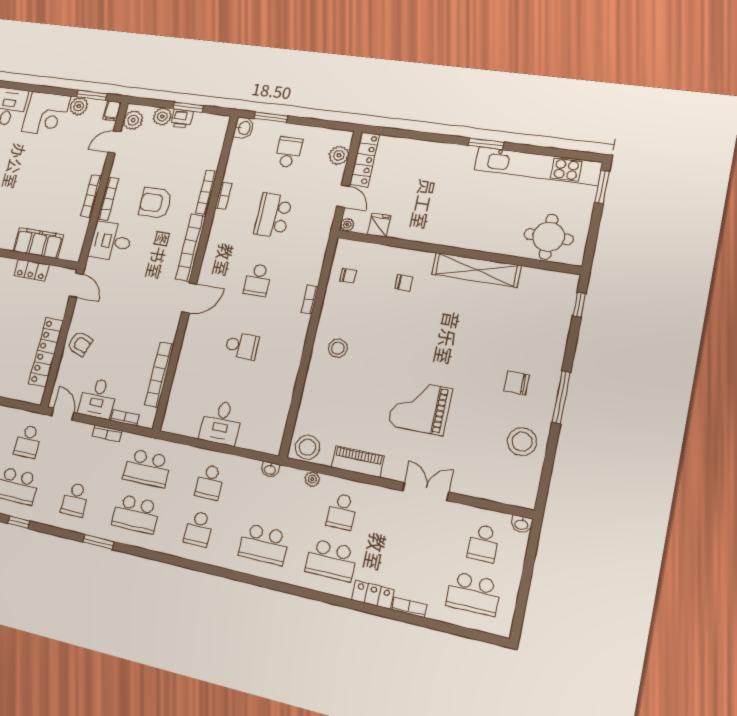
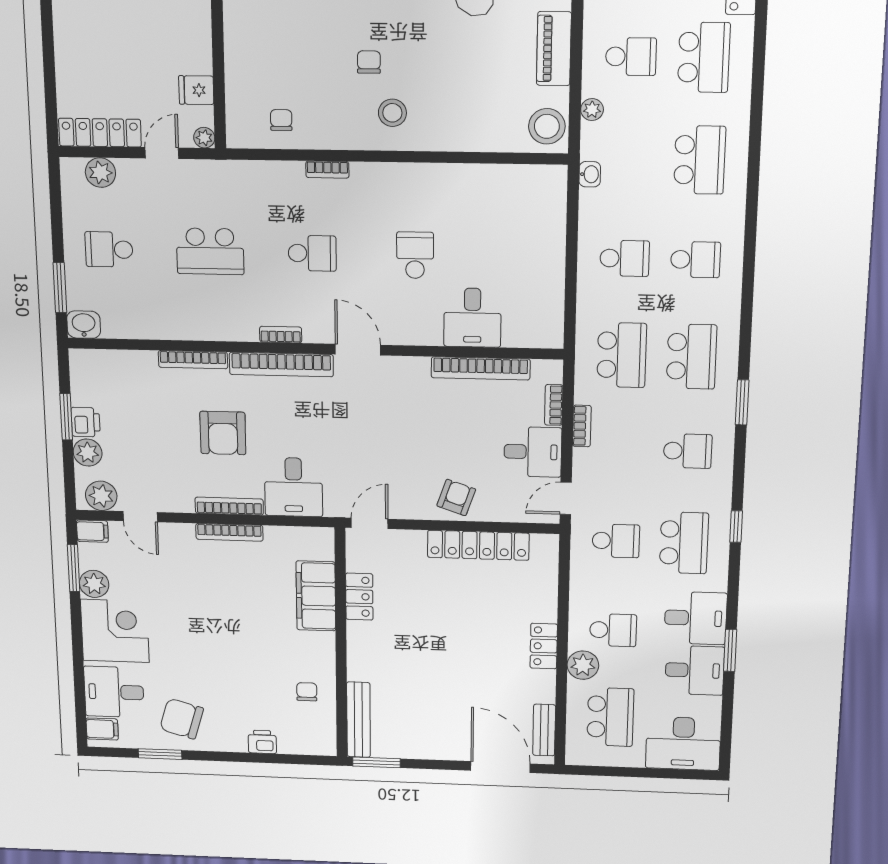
bookcase: (223, 196) -> (281, 335), moved
chair: (404, 283) -> (369, 62), moved
desk: (221, 423) -> (472, 318), moved, turned 90

